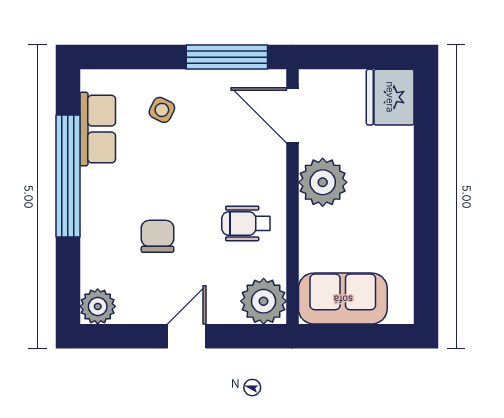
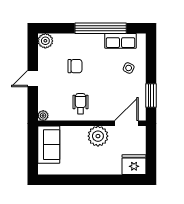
window: (227, 57) -> (151, 96), width x0.69
plant: (264, 301) -> (43, 116), width x0.53, depth x0.53
door: (187, 336) -> (33, 78), swing flipped

